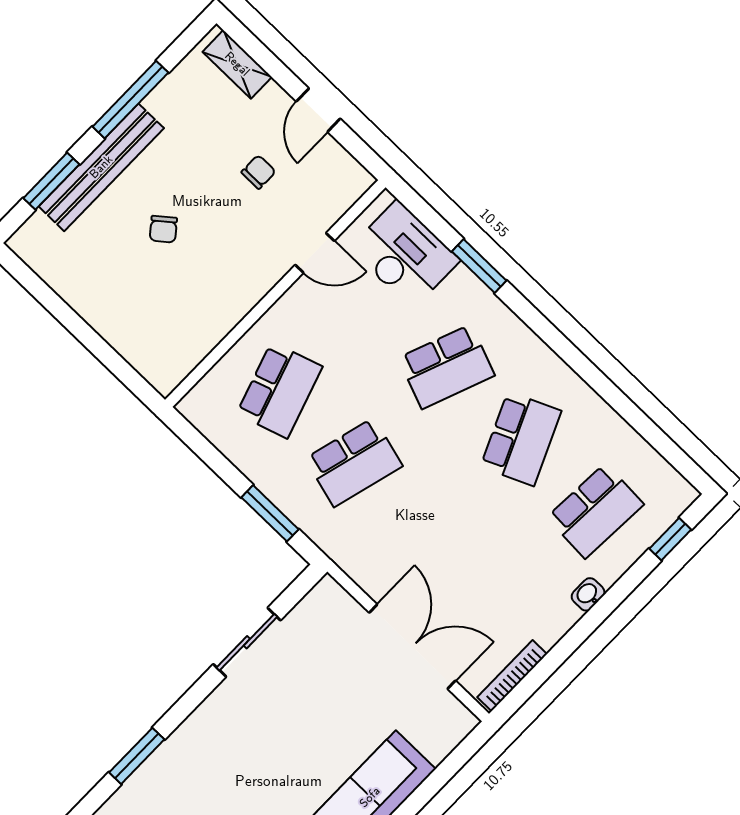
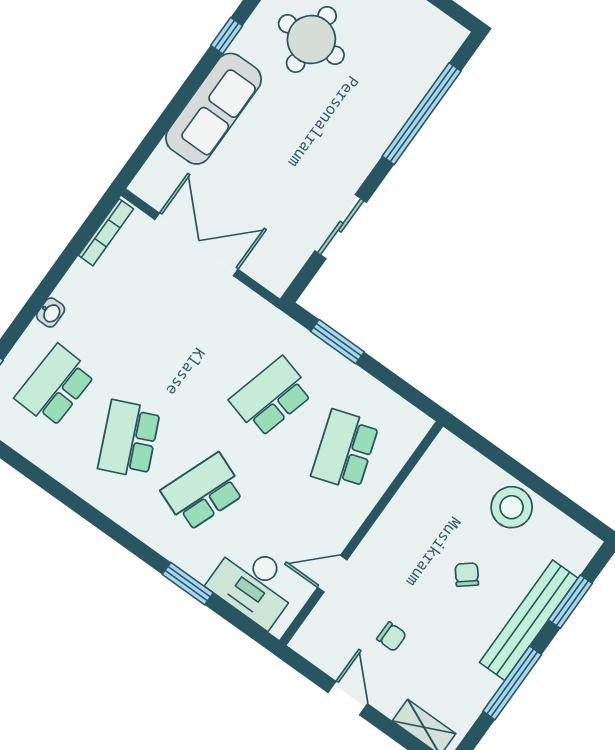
chair: (259, 172) -> (392, 637), turned -90
stool: (102, 297) -> (512, 507), added
double door: (412, 647) -> (196, 244), swing flipped
window: (137, 756) -> (422, 114), width x2.11

